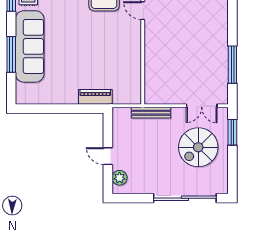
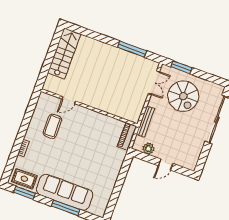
piano: (95, 97) -> (127, 136), moved
plant: (120, 178) -> (148, 149), moved

